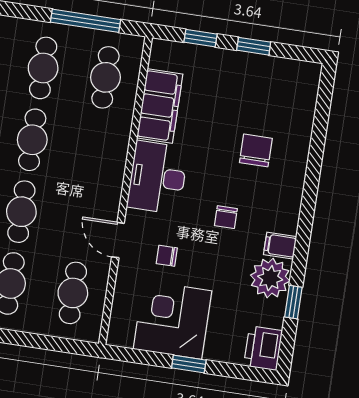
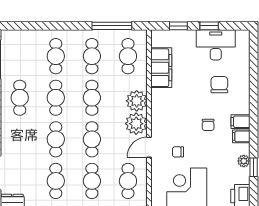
plant: (109, 157) -> (137, 101), added
desk: (158, 177) -> (216, 45), moved, turned 90
plant: (102, 196) -> (136, 124), added
filing cabinet: (283, 220) -> (240, 122), added
door: (118, 240) -> (149, 147), hinge flipped
plant: (270, 278) -> (244, 161), width x0.53, depth x0.53

